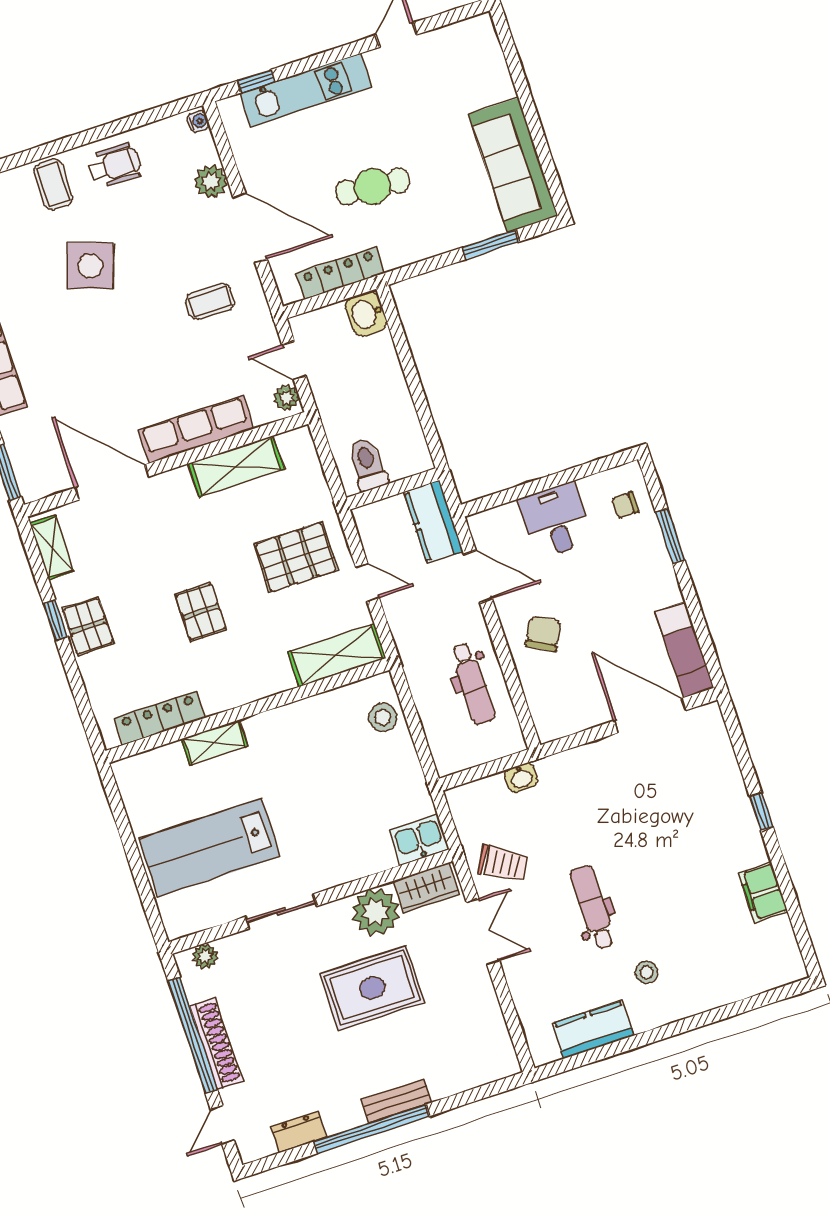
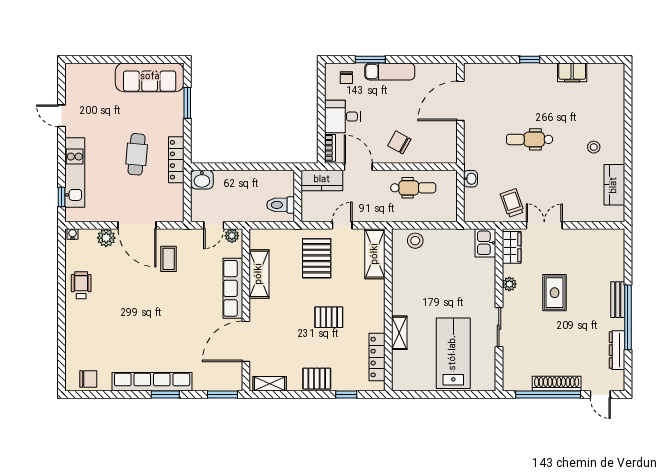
coffee table: (53, 184) -> (80, 321), removed
door: (250, 228) -> (137, 225), swing flipped
side table: (90, 266) -> (129, 315), removed
locker: (340, 273) -> (176, 160), moved
bookcase: (494, 517) -> (330, 148), added
door: (478, 577) -> (358, 167), hinge flipped
window: (55, 620) -> (346, 395), moved
exam couch: (685, 650) -> (390, 71), moved
lab bench: (210, 847) -> (453, 353), turned 180
trolley: (503, 863) -> (512, 203), turned -49
dental chair: (593, 907) -> (530, 139), moved
plant: (376, 912) -> (509, 284), width x0.53, depth x0.53
plant: (205, 956) -> (509, 374), removed
rug: (372, 988) -> (555, 293), width x0.73, depth x0.70
dresser: (299, 1132) -> (617, 350), width x1.44

